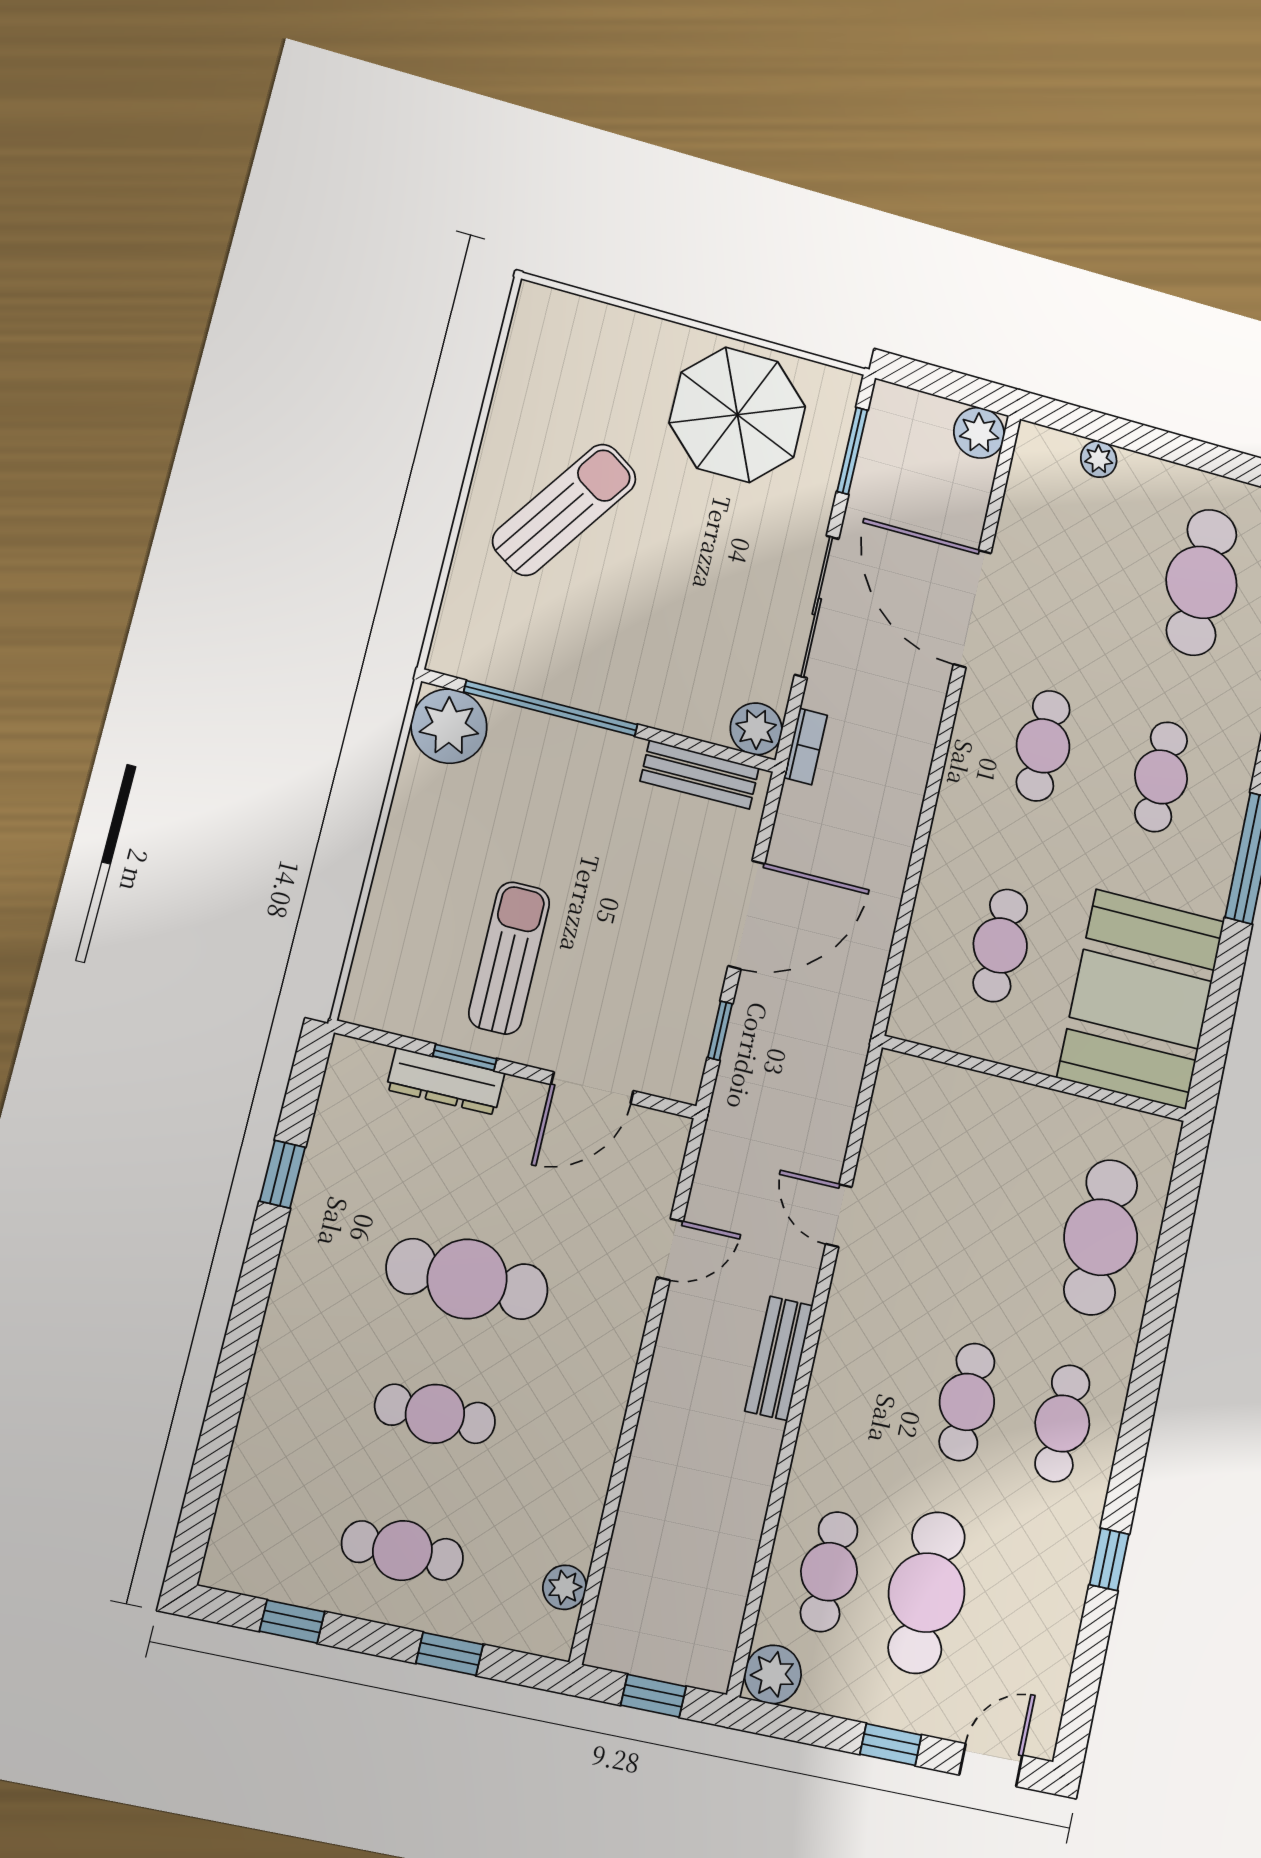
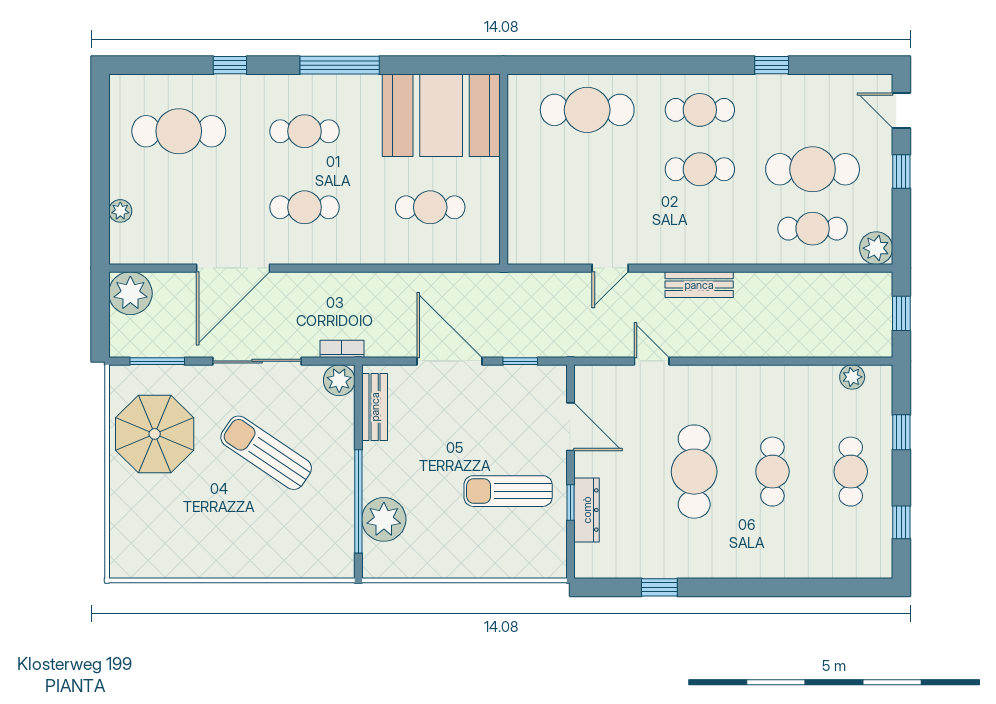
plant: (979, 433) -> (130, 293), width x1.36, depth x1.36
sun lounger: (564, 510) -> (266, 453), moved
plant: (449, 726) -> (384, 519), moved

